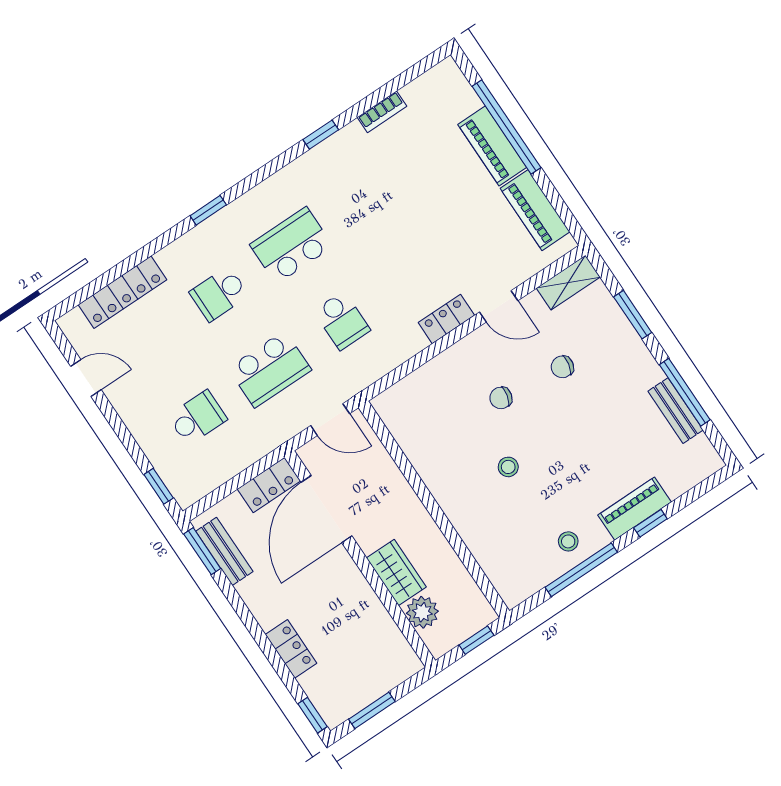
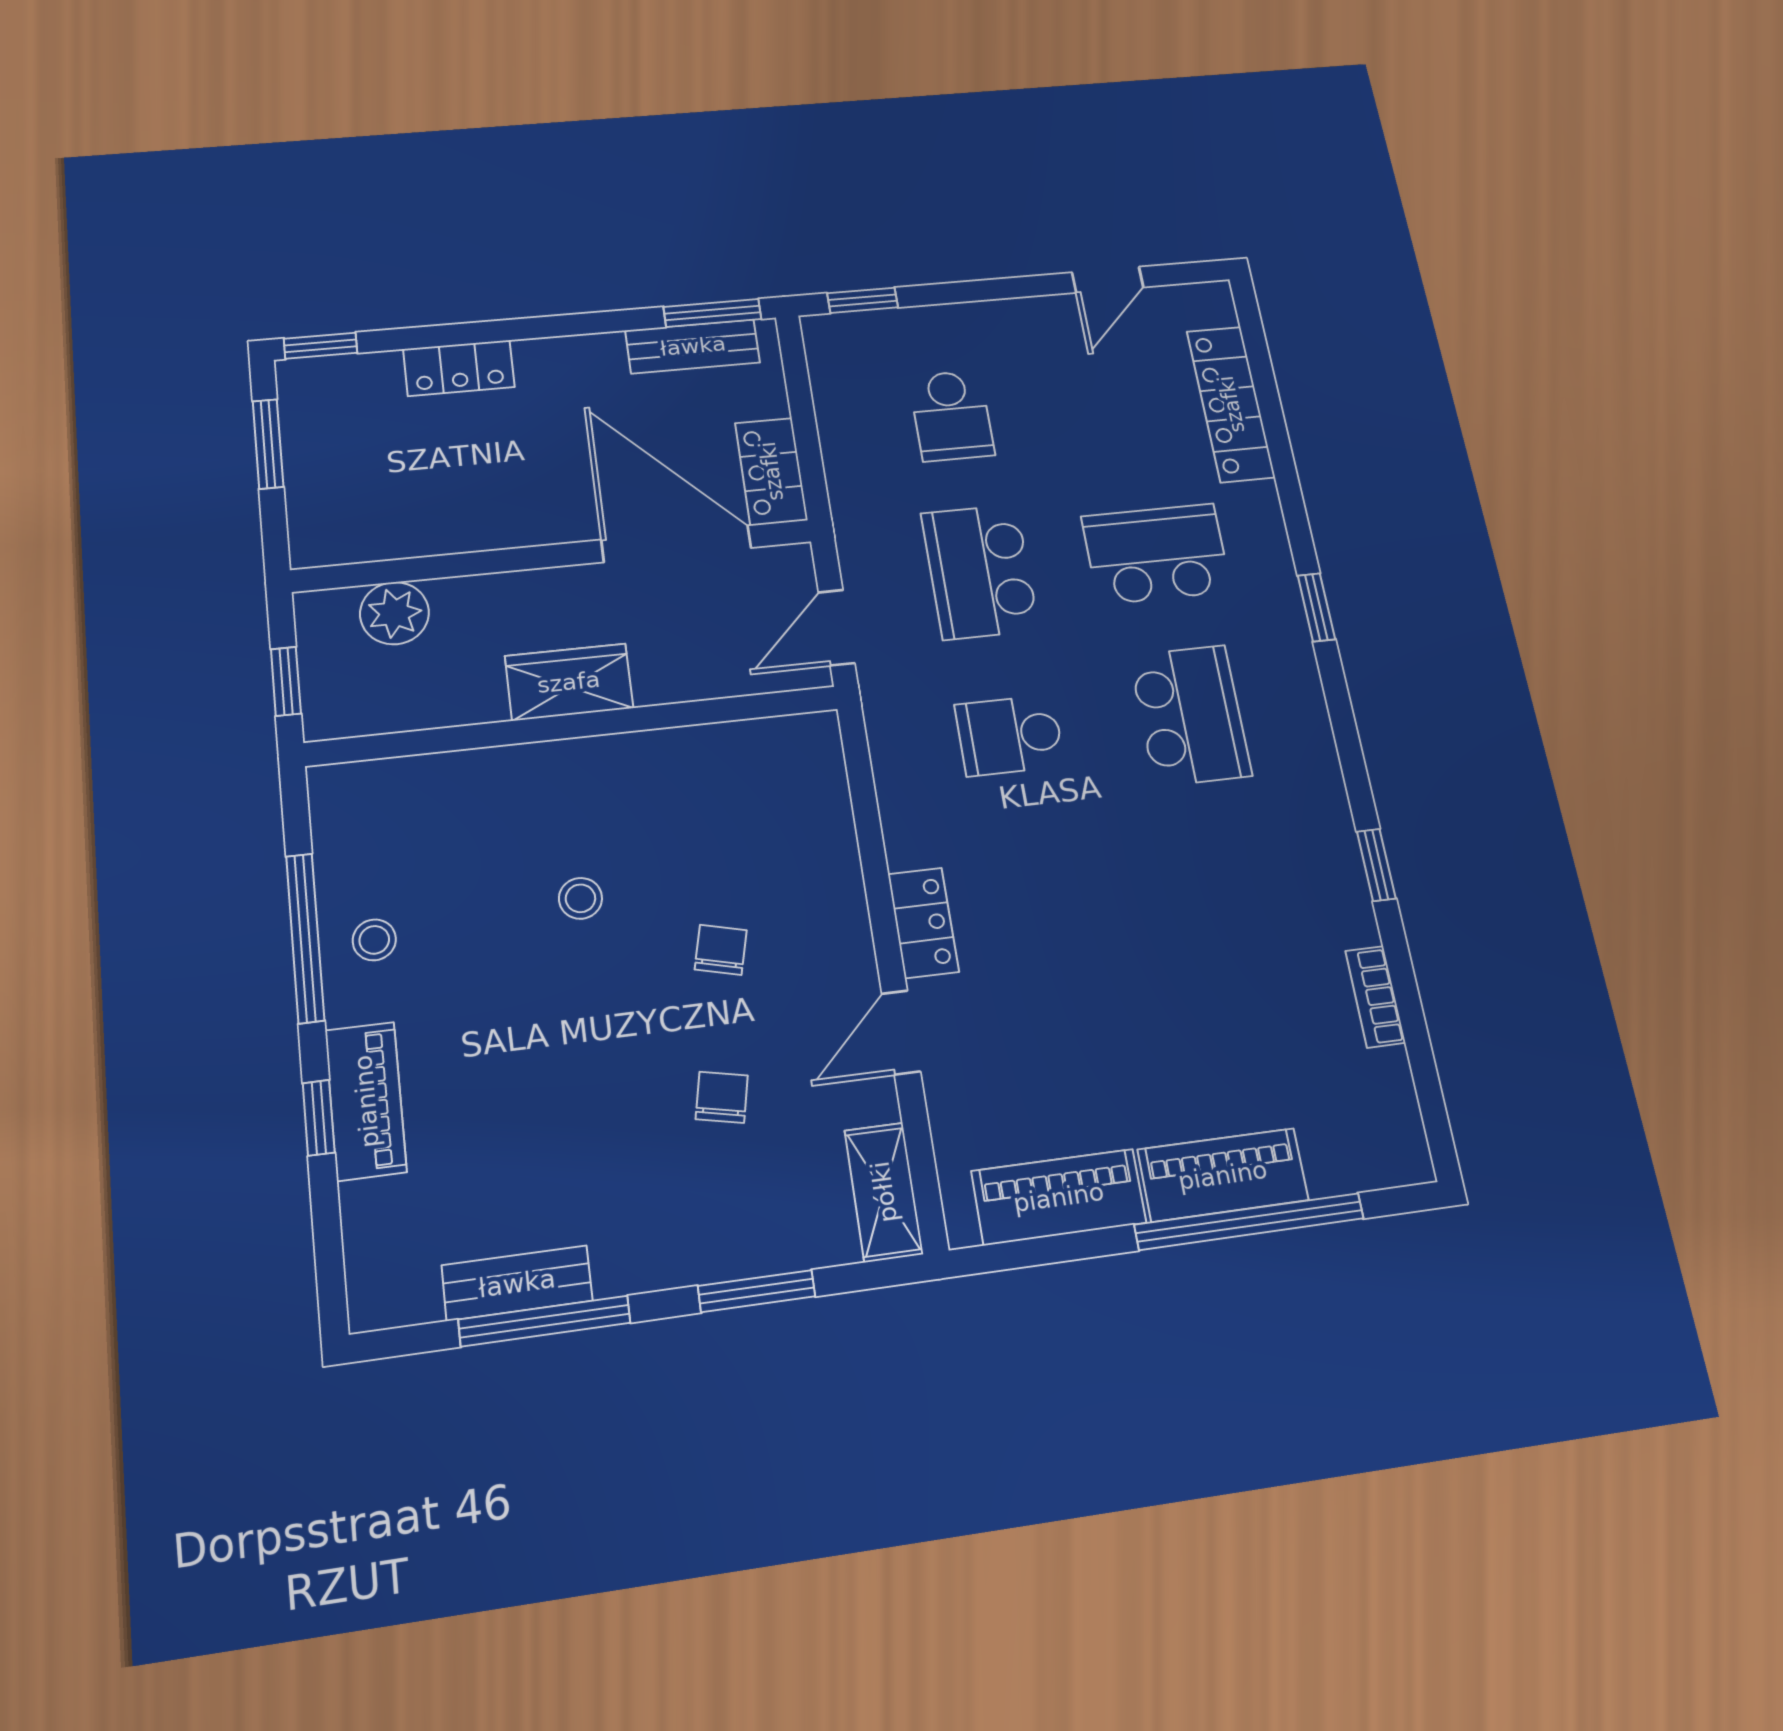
school desk: (219, 294) -> (1156, 554), width x1.85
wardrobe: (396, 573) -> (569, 682), moved, turned 180

